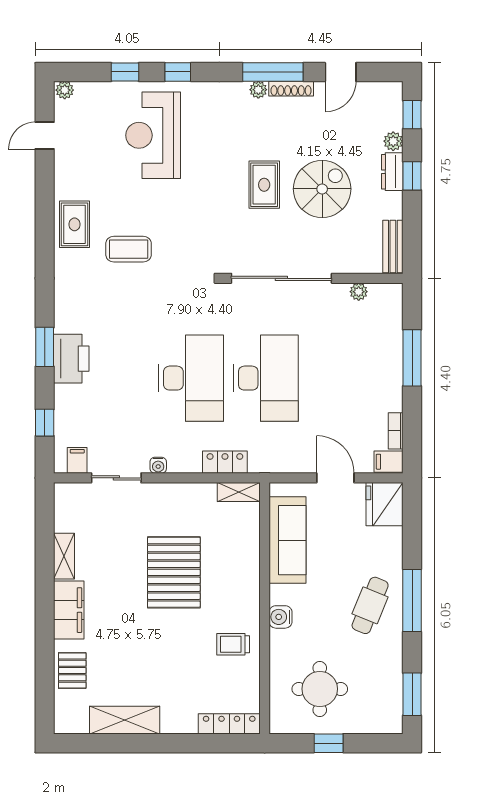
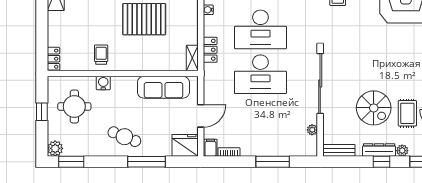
dresser: (392, 172) -> (379, 150), width x1.44
rug: (264, 185) -> (407, 113), moved, turned 90
window: (412, 600) -> (147, 162), moved
water cooler: (281, 617) -> (103, 83), moved
plant: (390, 721) -> (55, 148), added
locker: (229, 724) -> (53, 59), width x0.66

